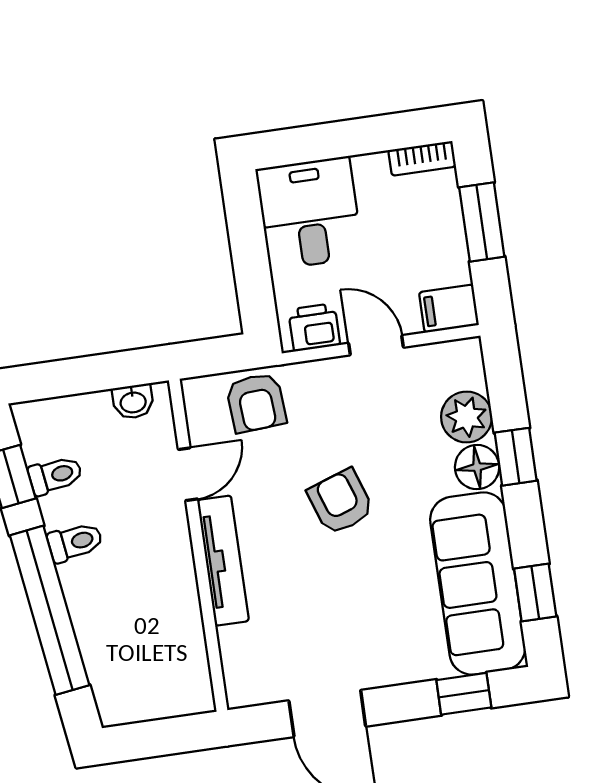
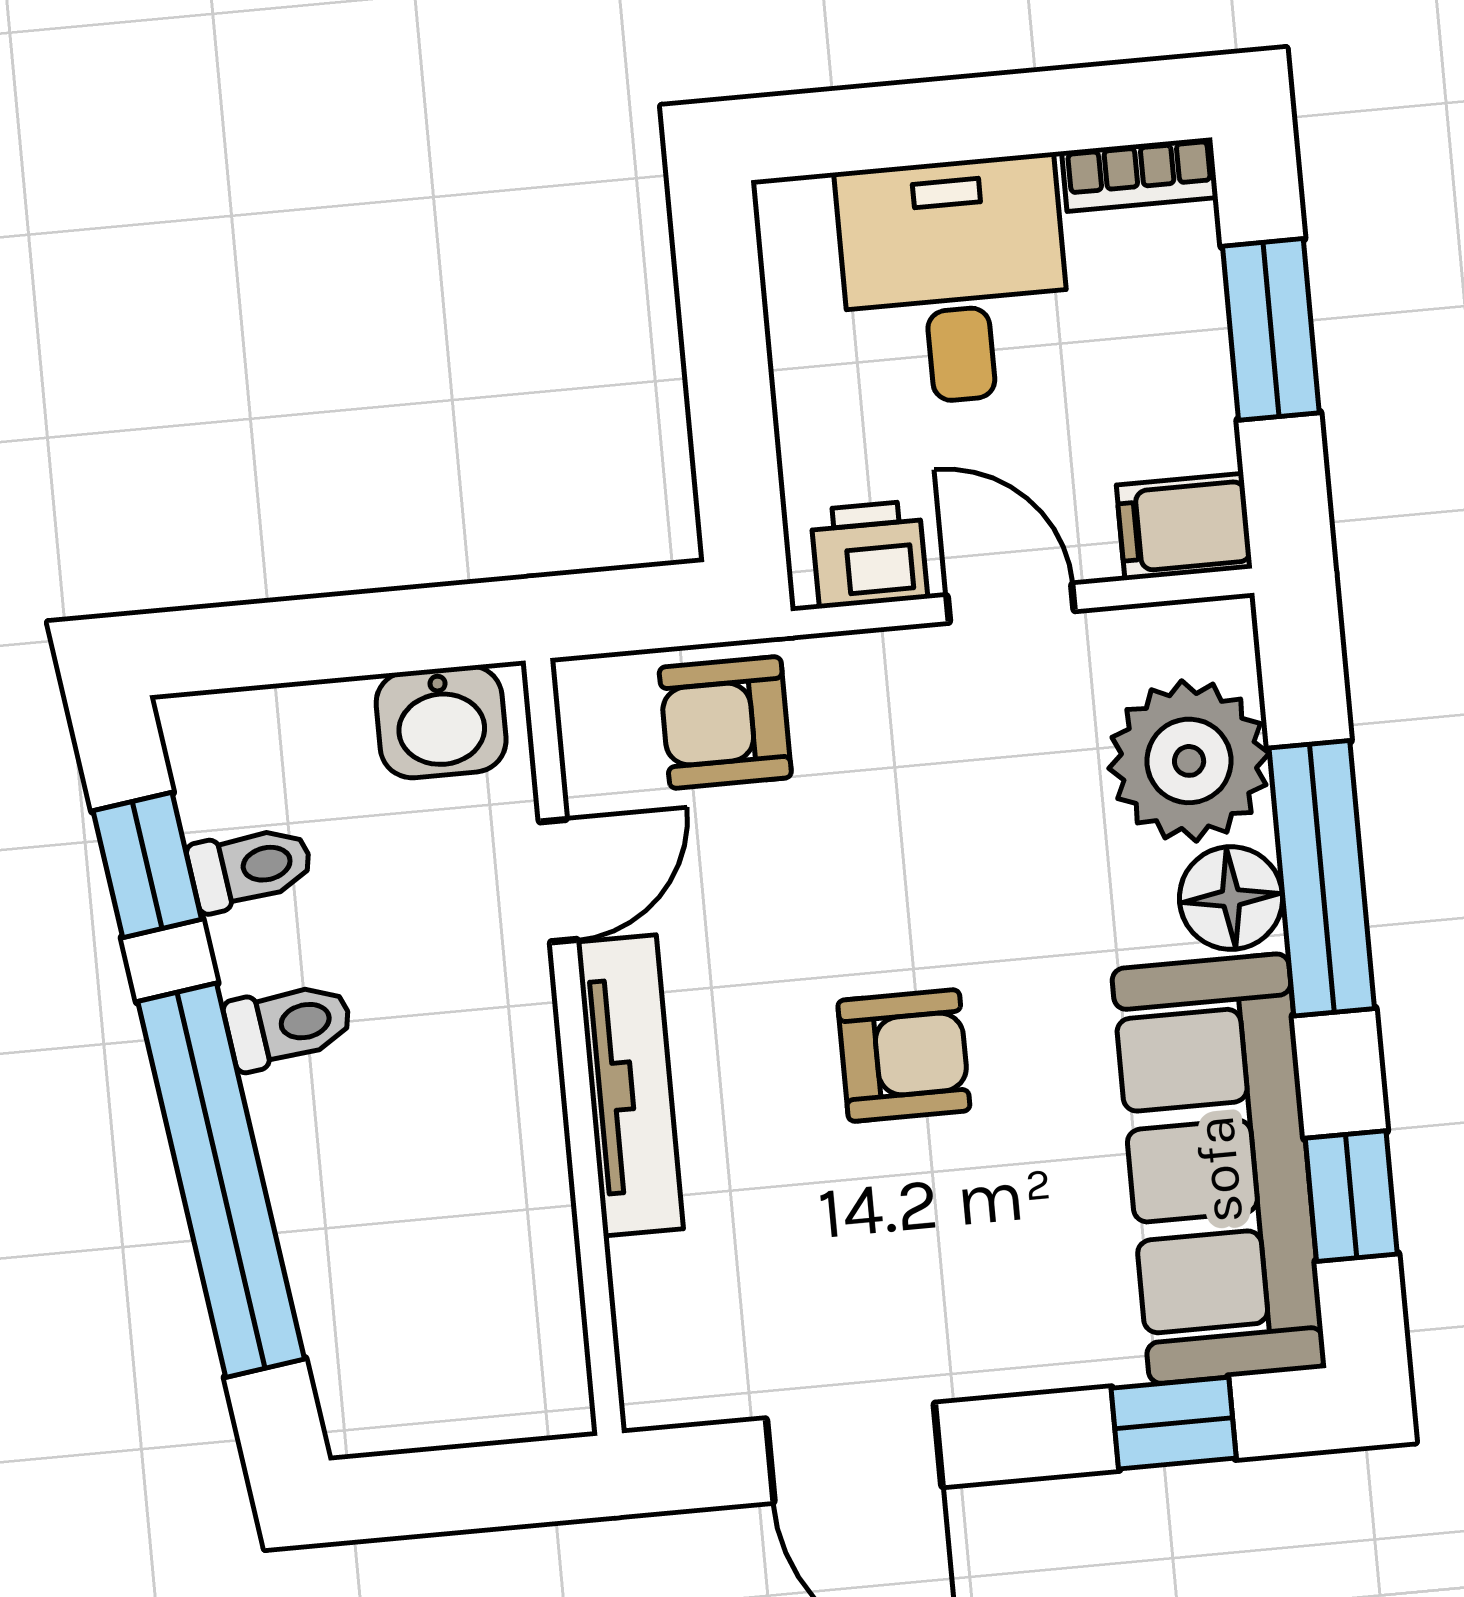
desk: (309, 213) -> (955, 281), moved
washbasin: (133, 402) -> (441, 722), width x1.38, depth x1.45
armchair: (256, 403) -> (725, 722), turned 94
plant: (467, 417) -> (1189, 761), width x1.36, depth x1.36
window: (516, 457) -> (1322, 878), width x2.17
armchair: (341, 502) -> (904, 1056), moved, turned 109

